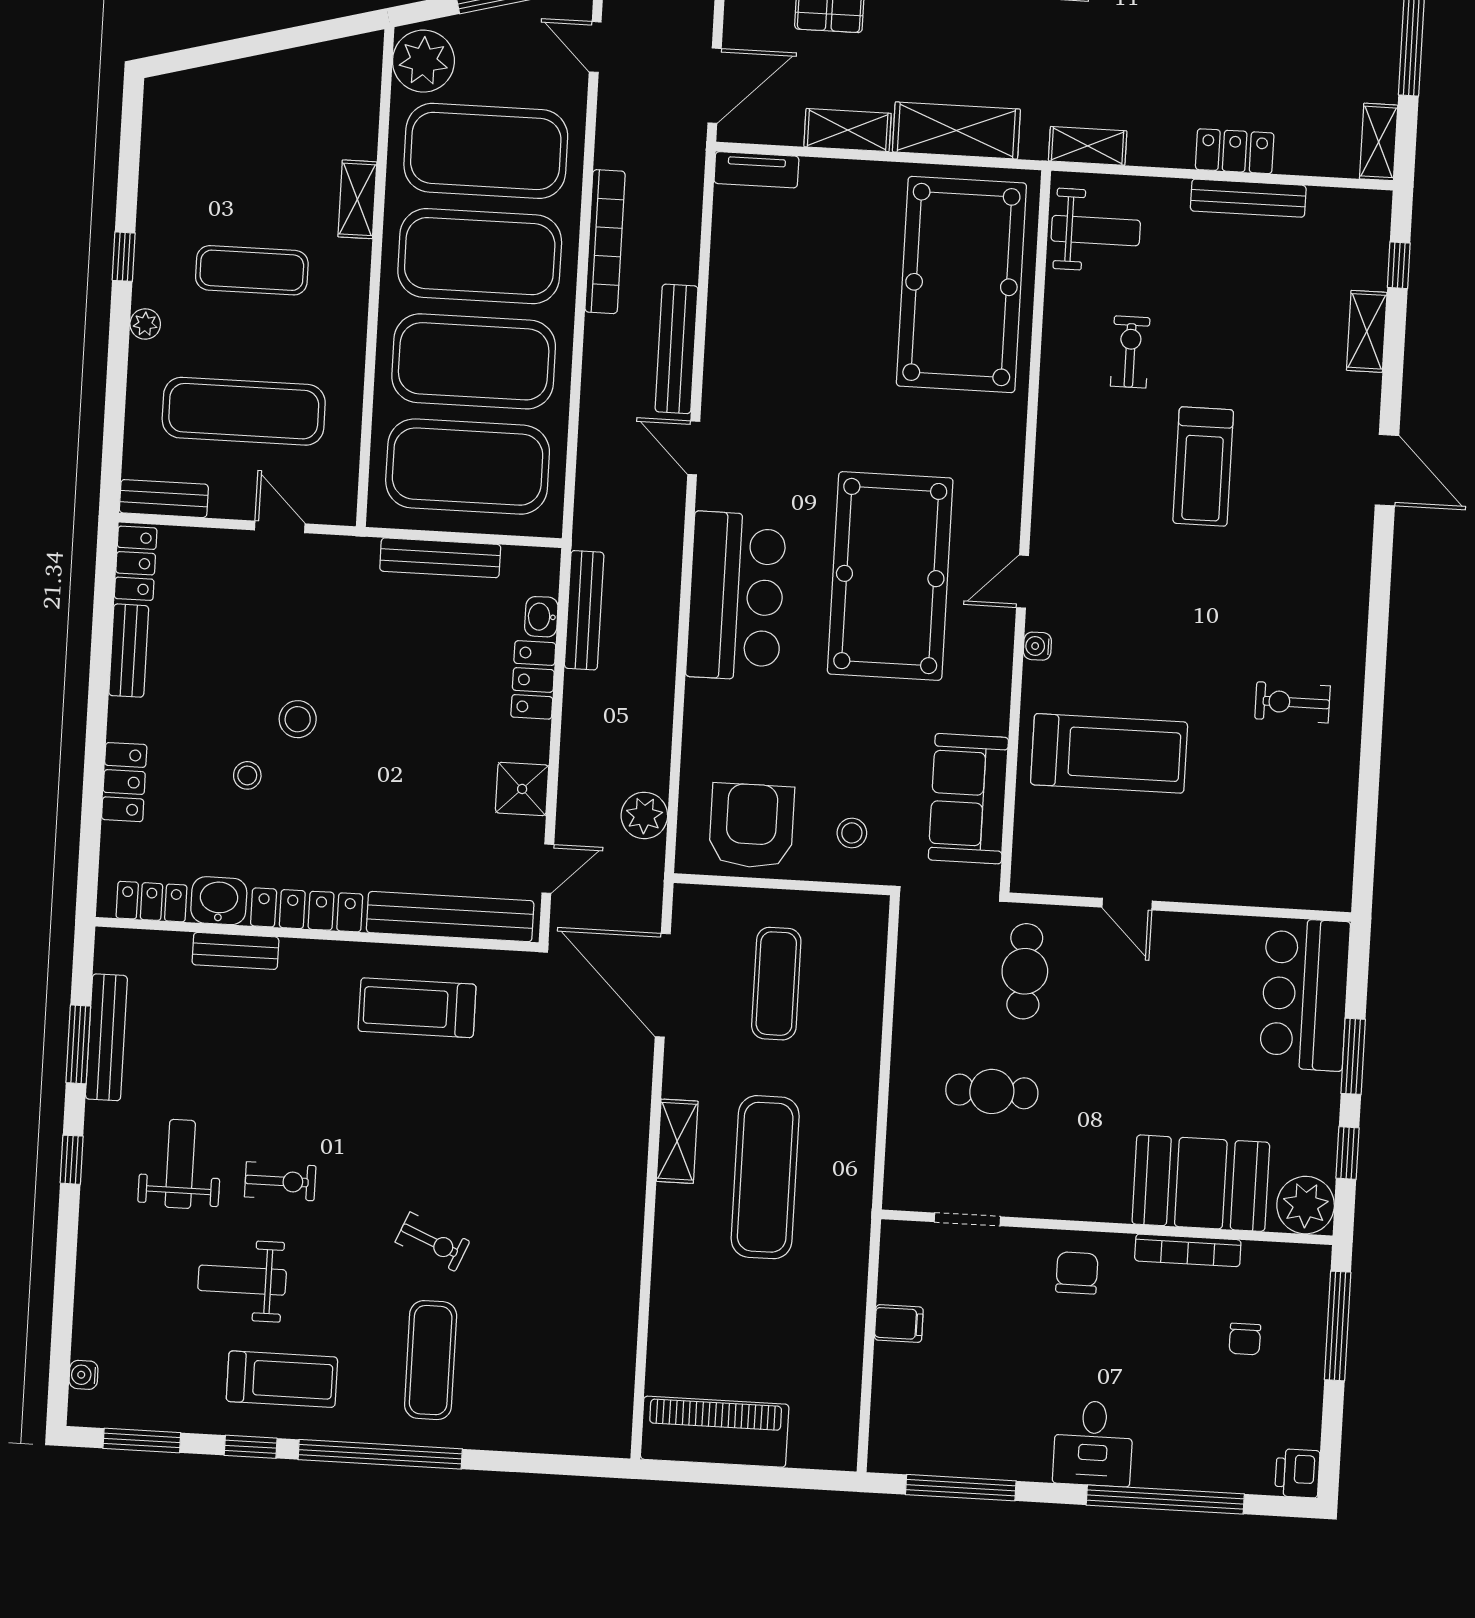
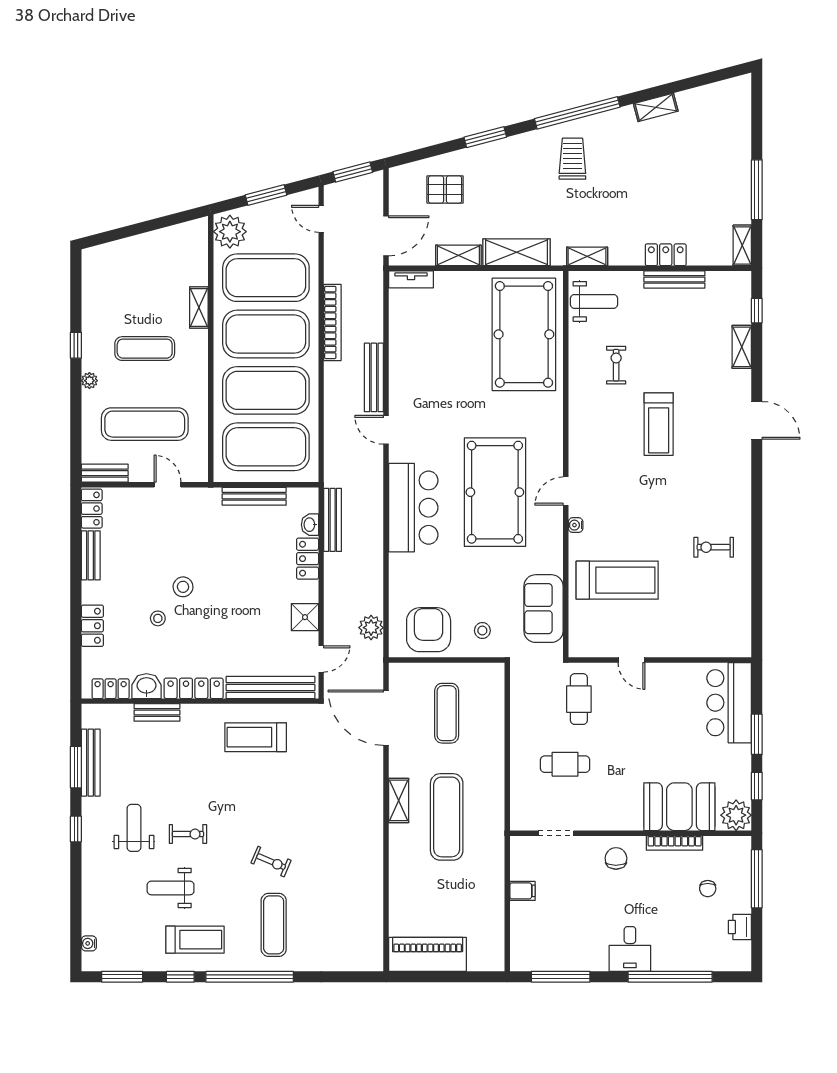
printer: (1297, 1473) -> (740, 927), moved

